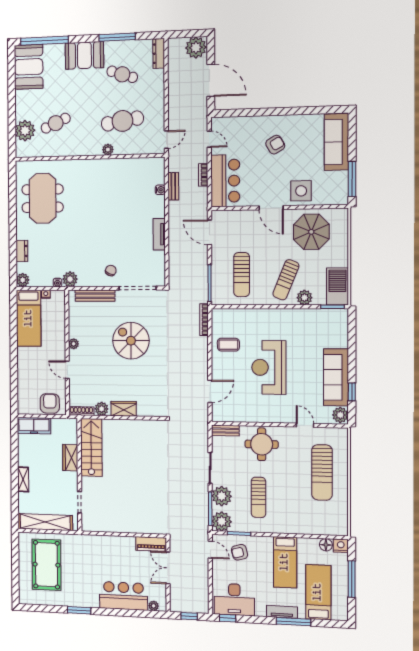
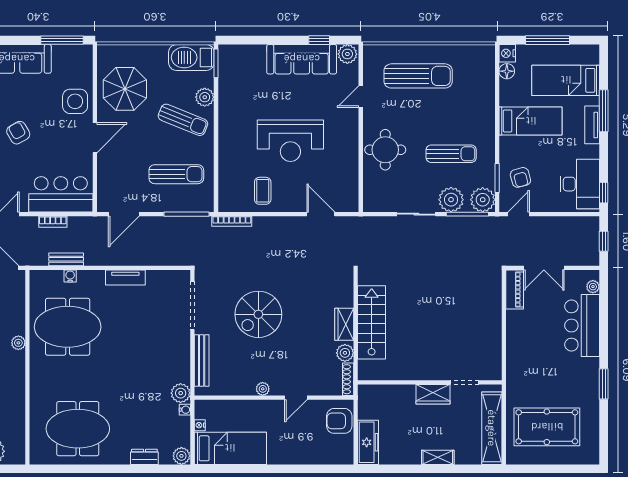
meeting table: (120, 189) -> (68, 327), added
chair: (111, 271) -> (170, 340), removed
bench: (225, 431) -> (369, 195), removed
stairs: (91, 448) -> (372, 322), moved, turned 90
wardrobe: (70, 458) -> (433, 394), moved

